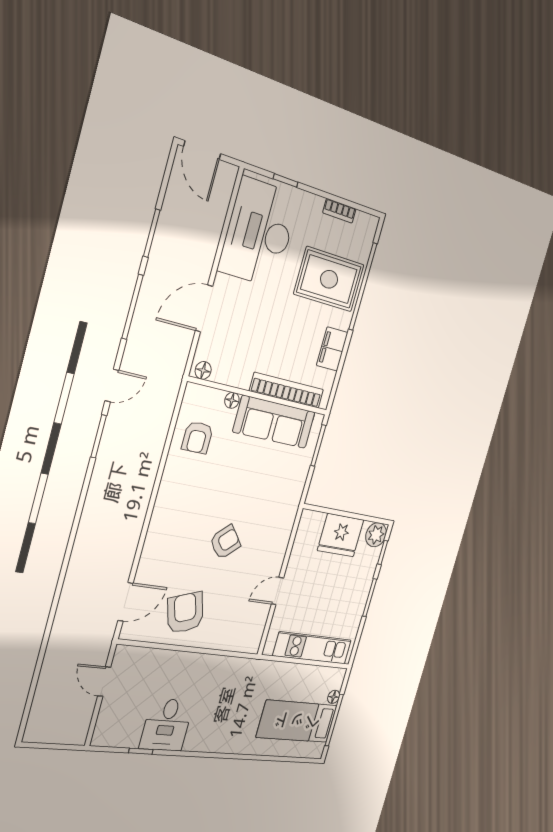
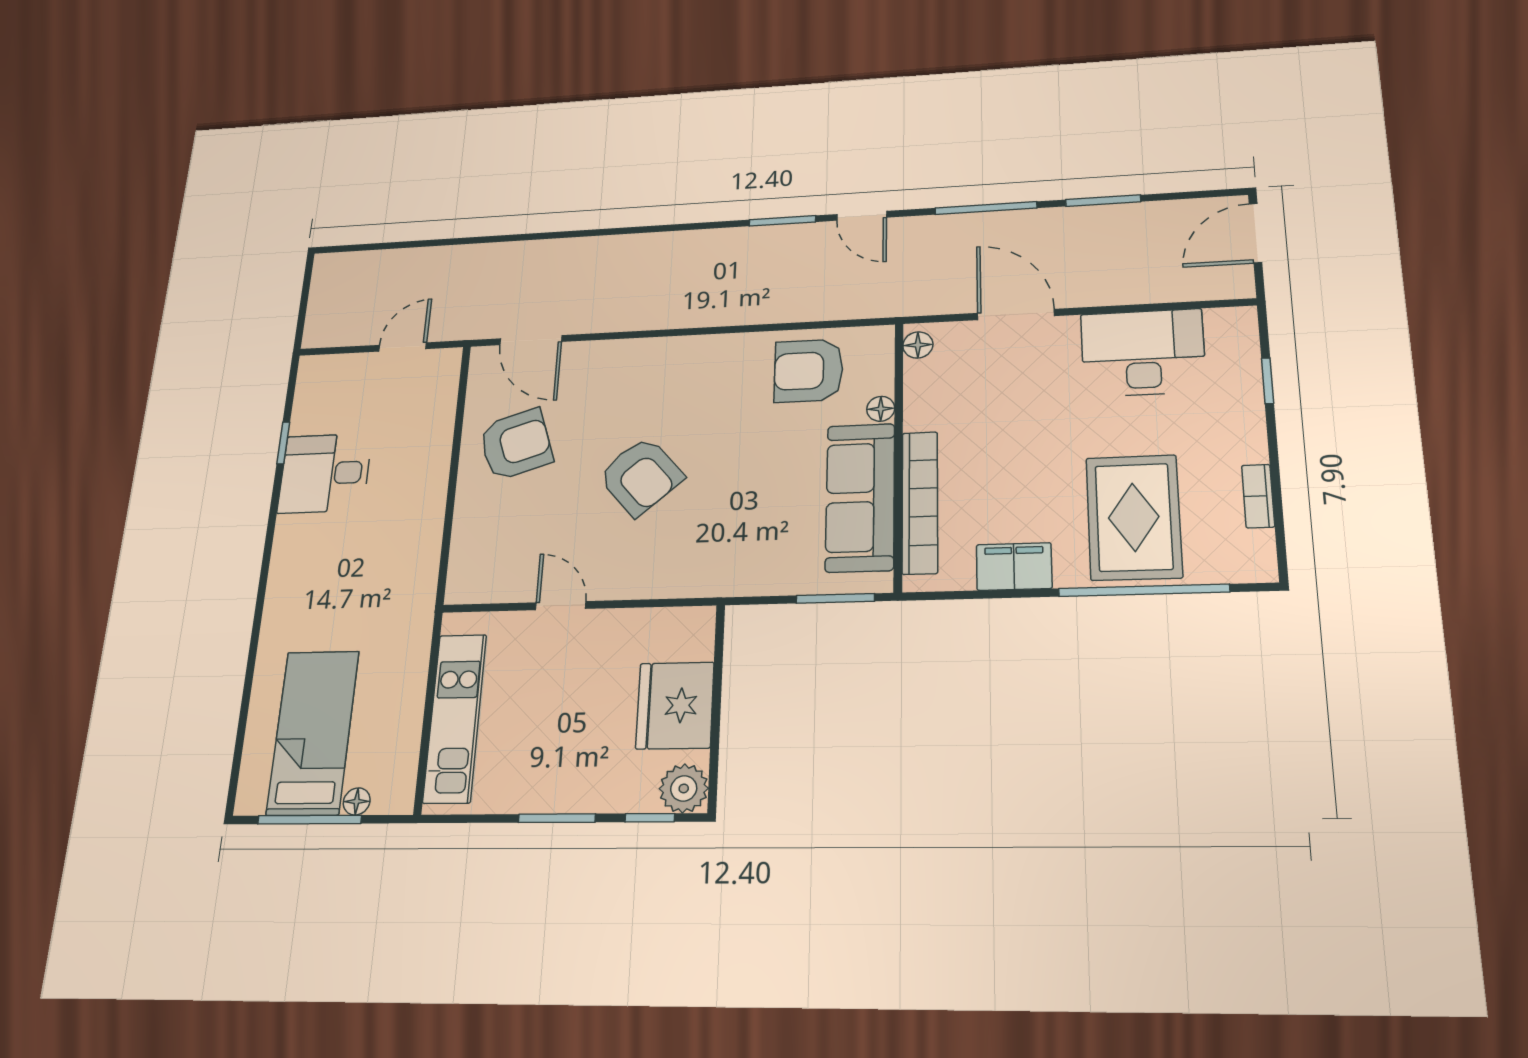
desk: (259, 233) -> (1143, 353), width x0.73, depth x0.77
armchair: (197, 437) -> (808, 371), width x1.38, depth x1.38
armchair: (225, 542) -> (641, 476), width x1.38, depth x1.38

